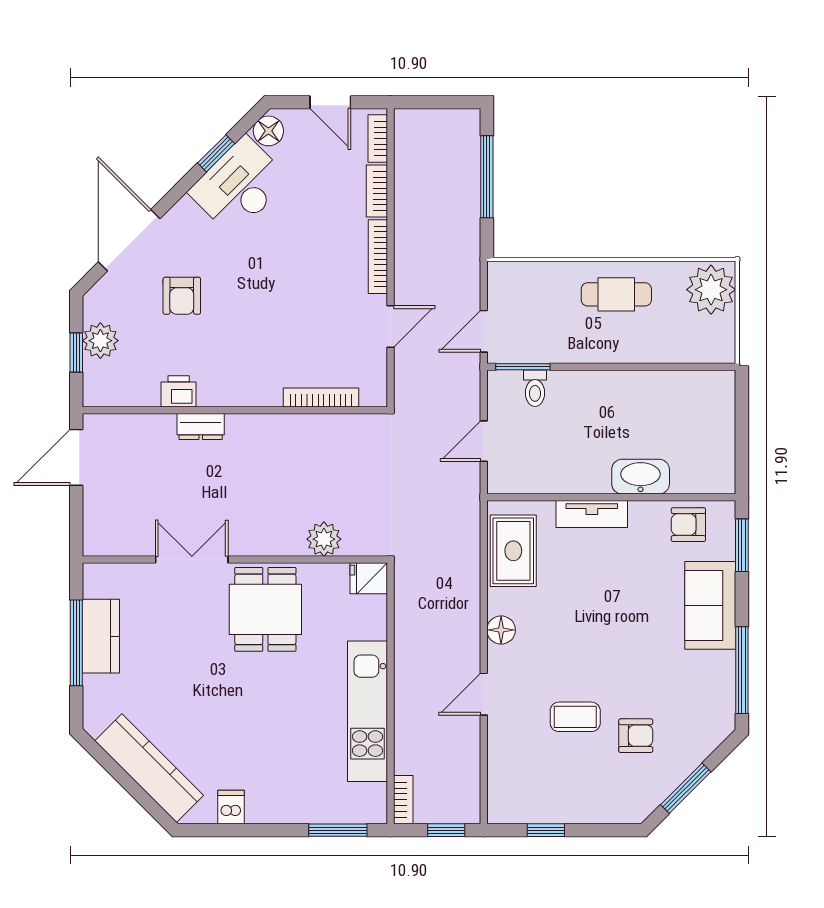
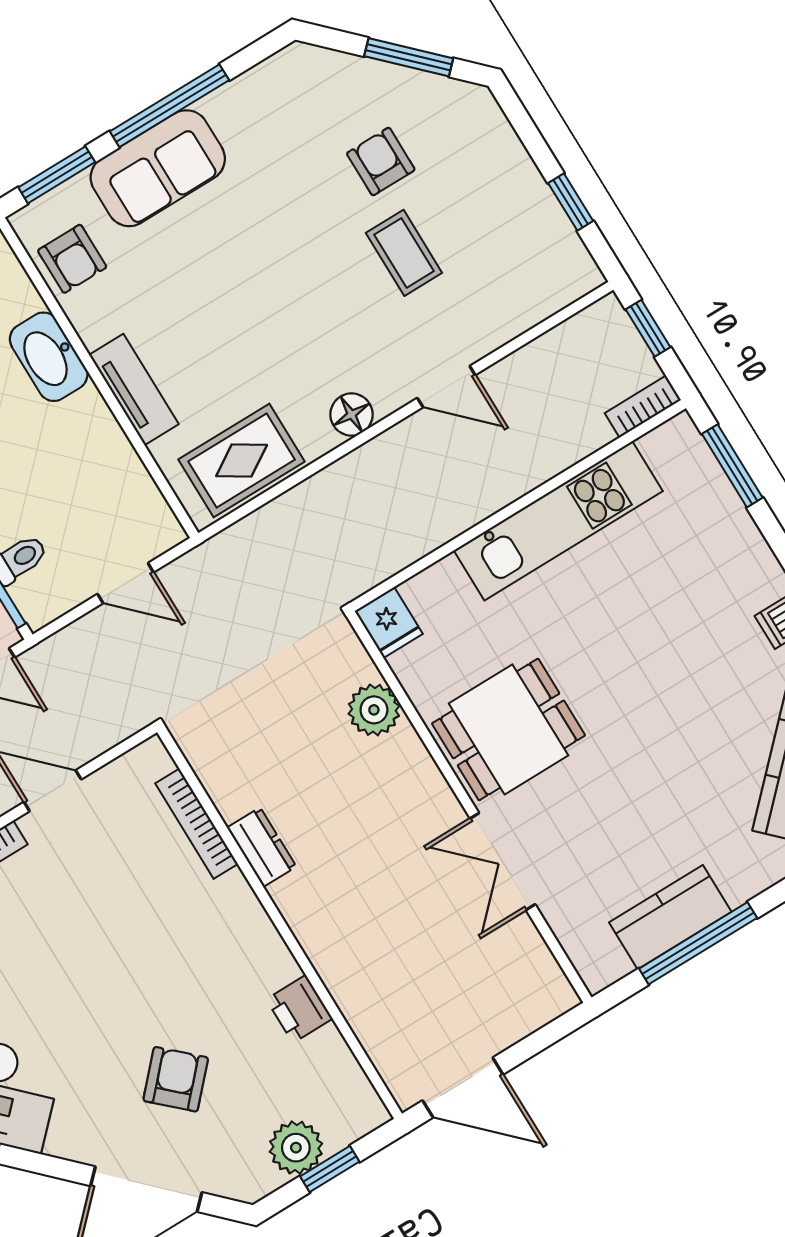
armchair: (182, 296) -> (176, 1079), turned -47
dresser: (201, 427) -> (262, 847), moved
window: (742, 670) -> (169, 106), moved

